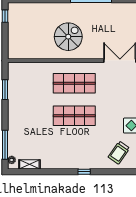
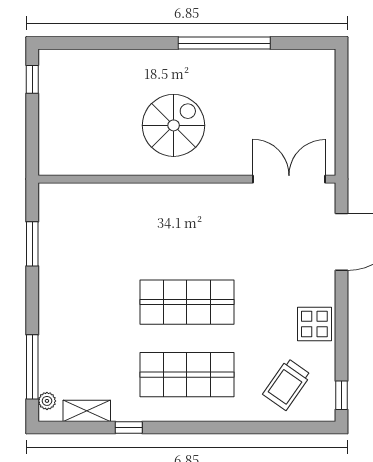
shop shelf: (74, 83) -> (187, 375), moved
window: (84, 172) -> (129, 427), moved

